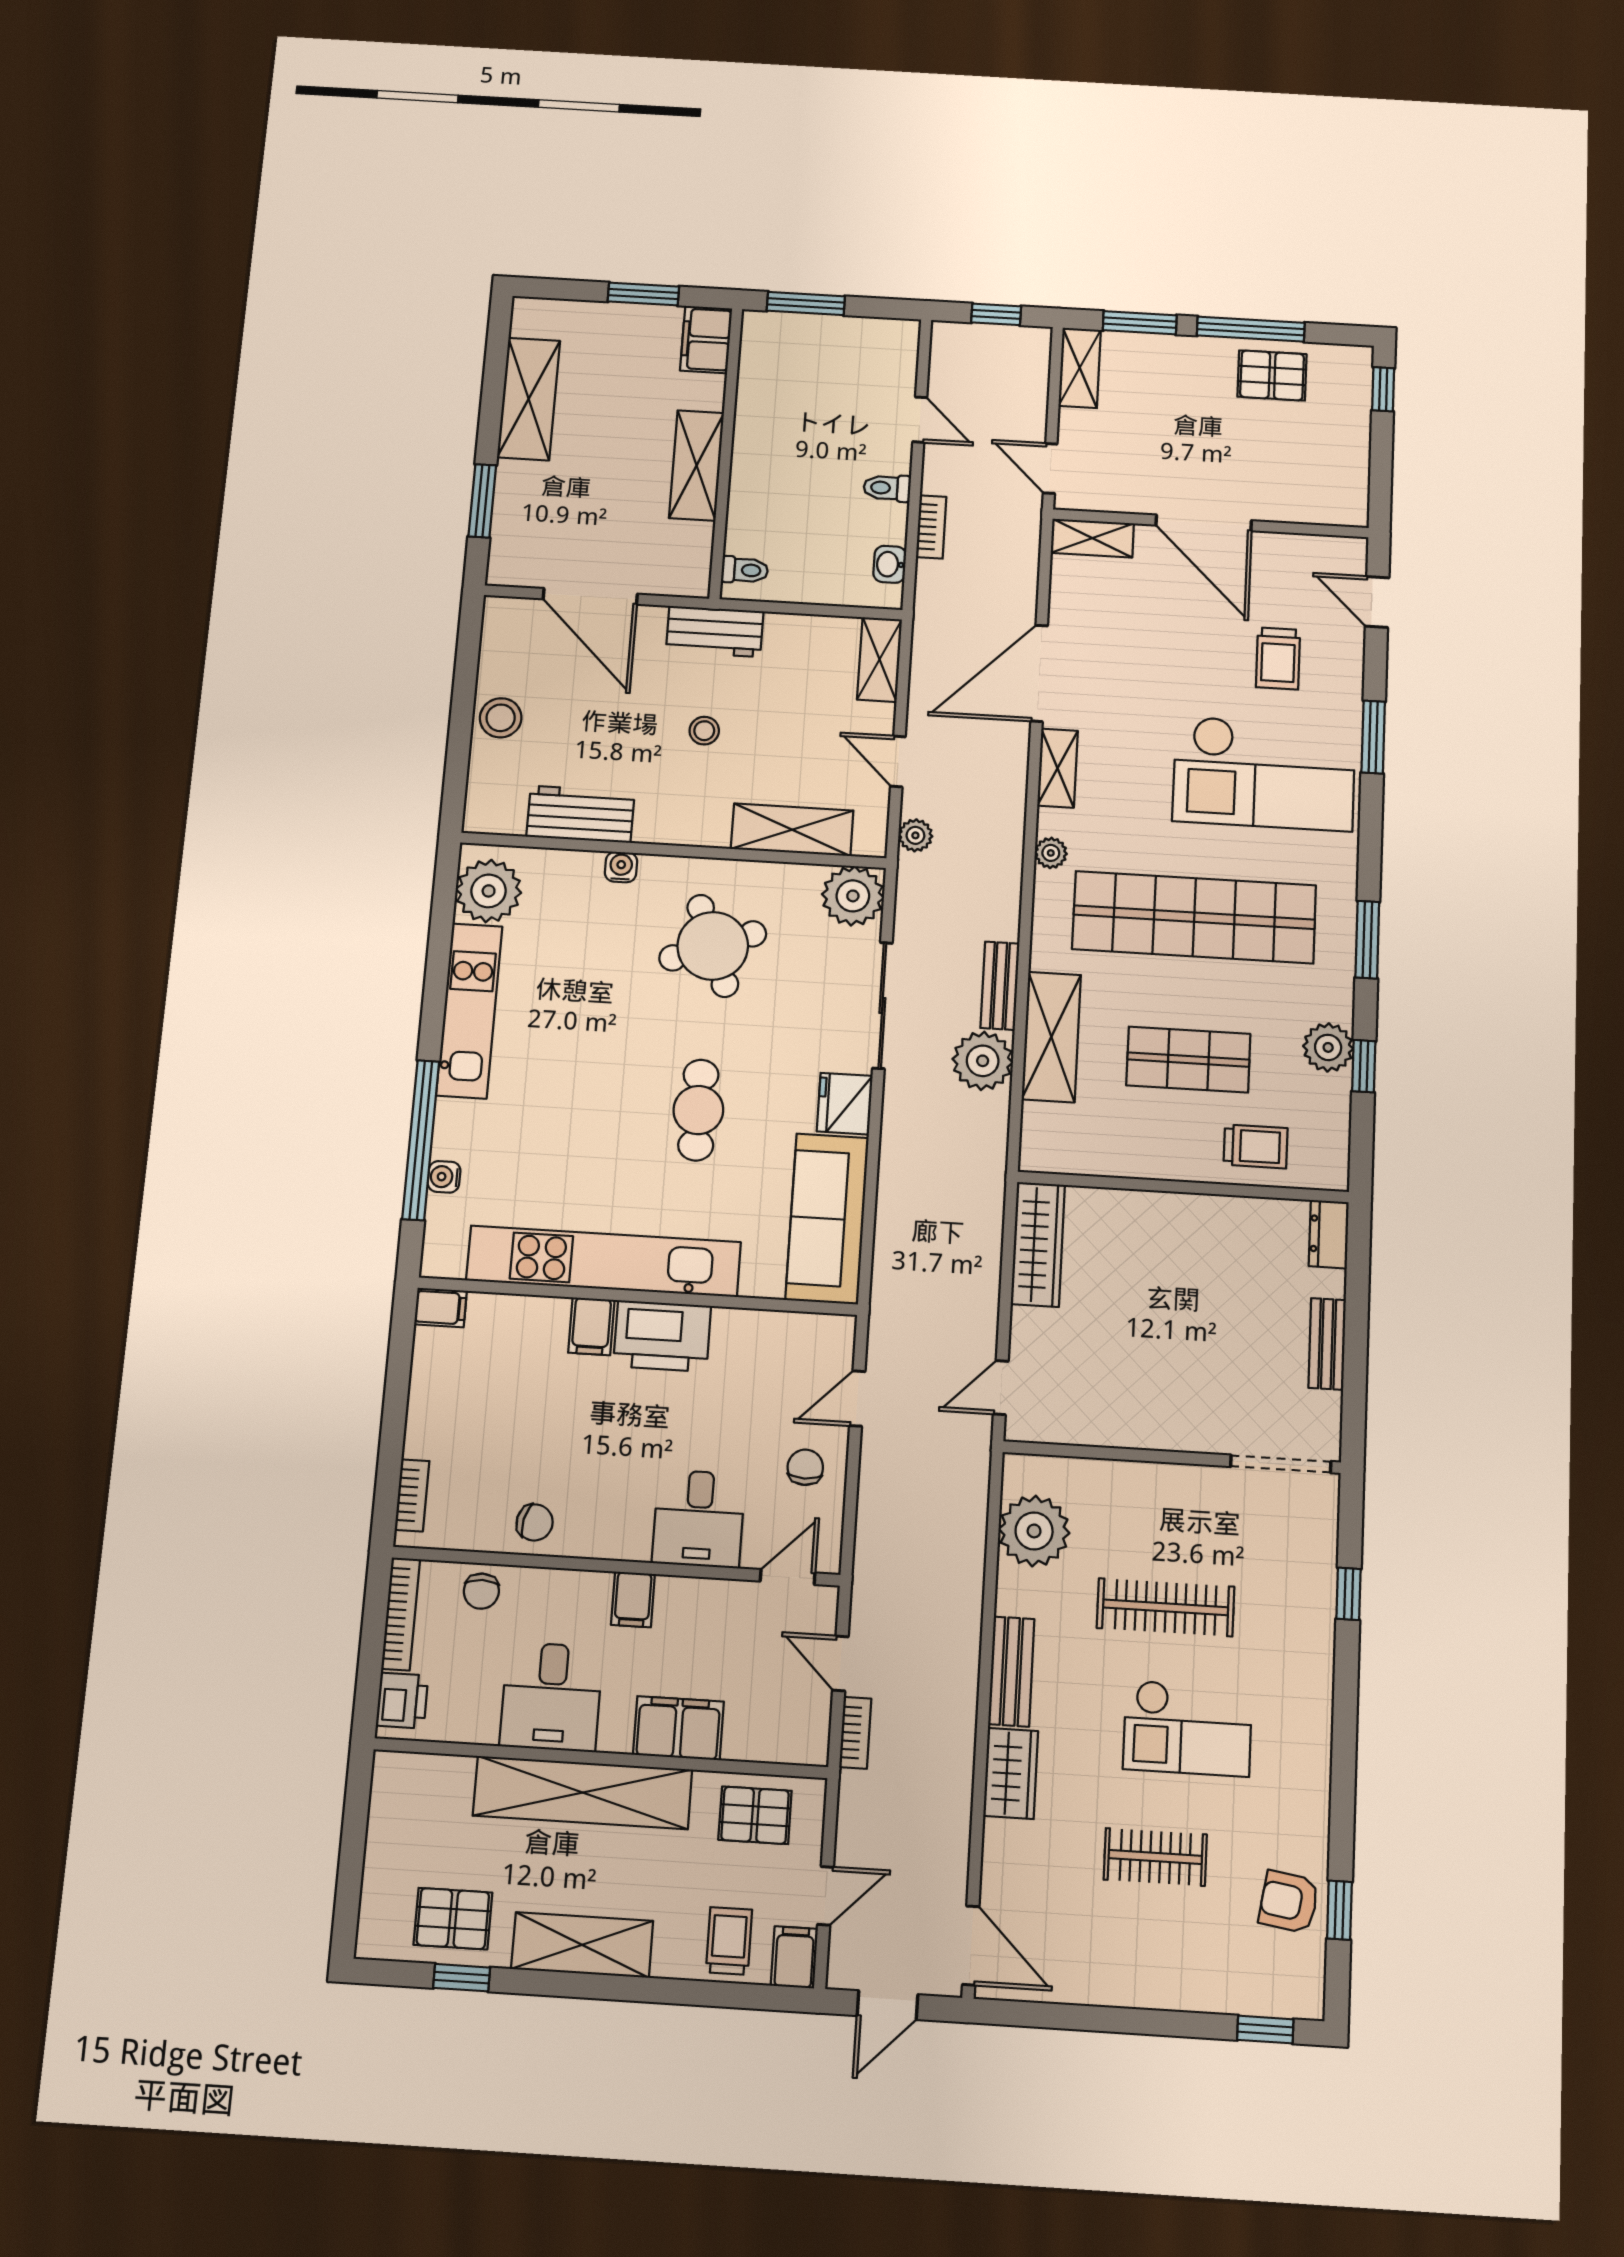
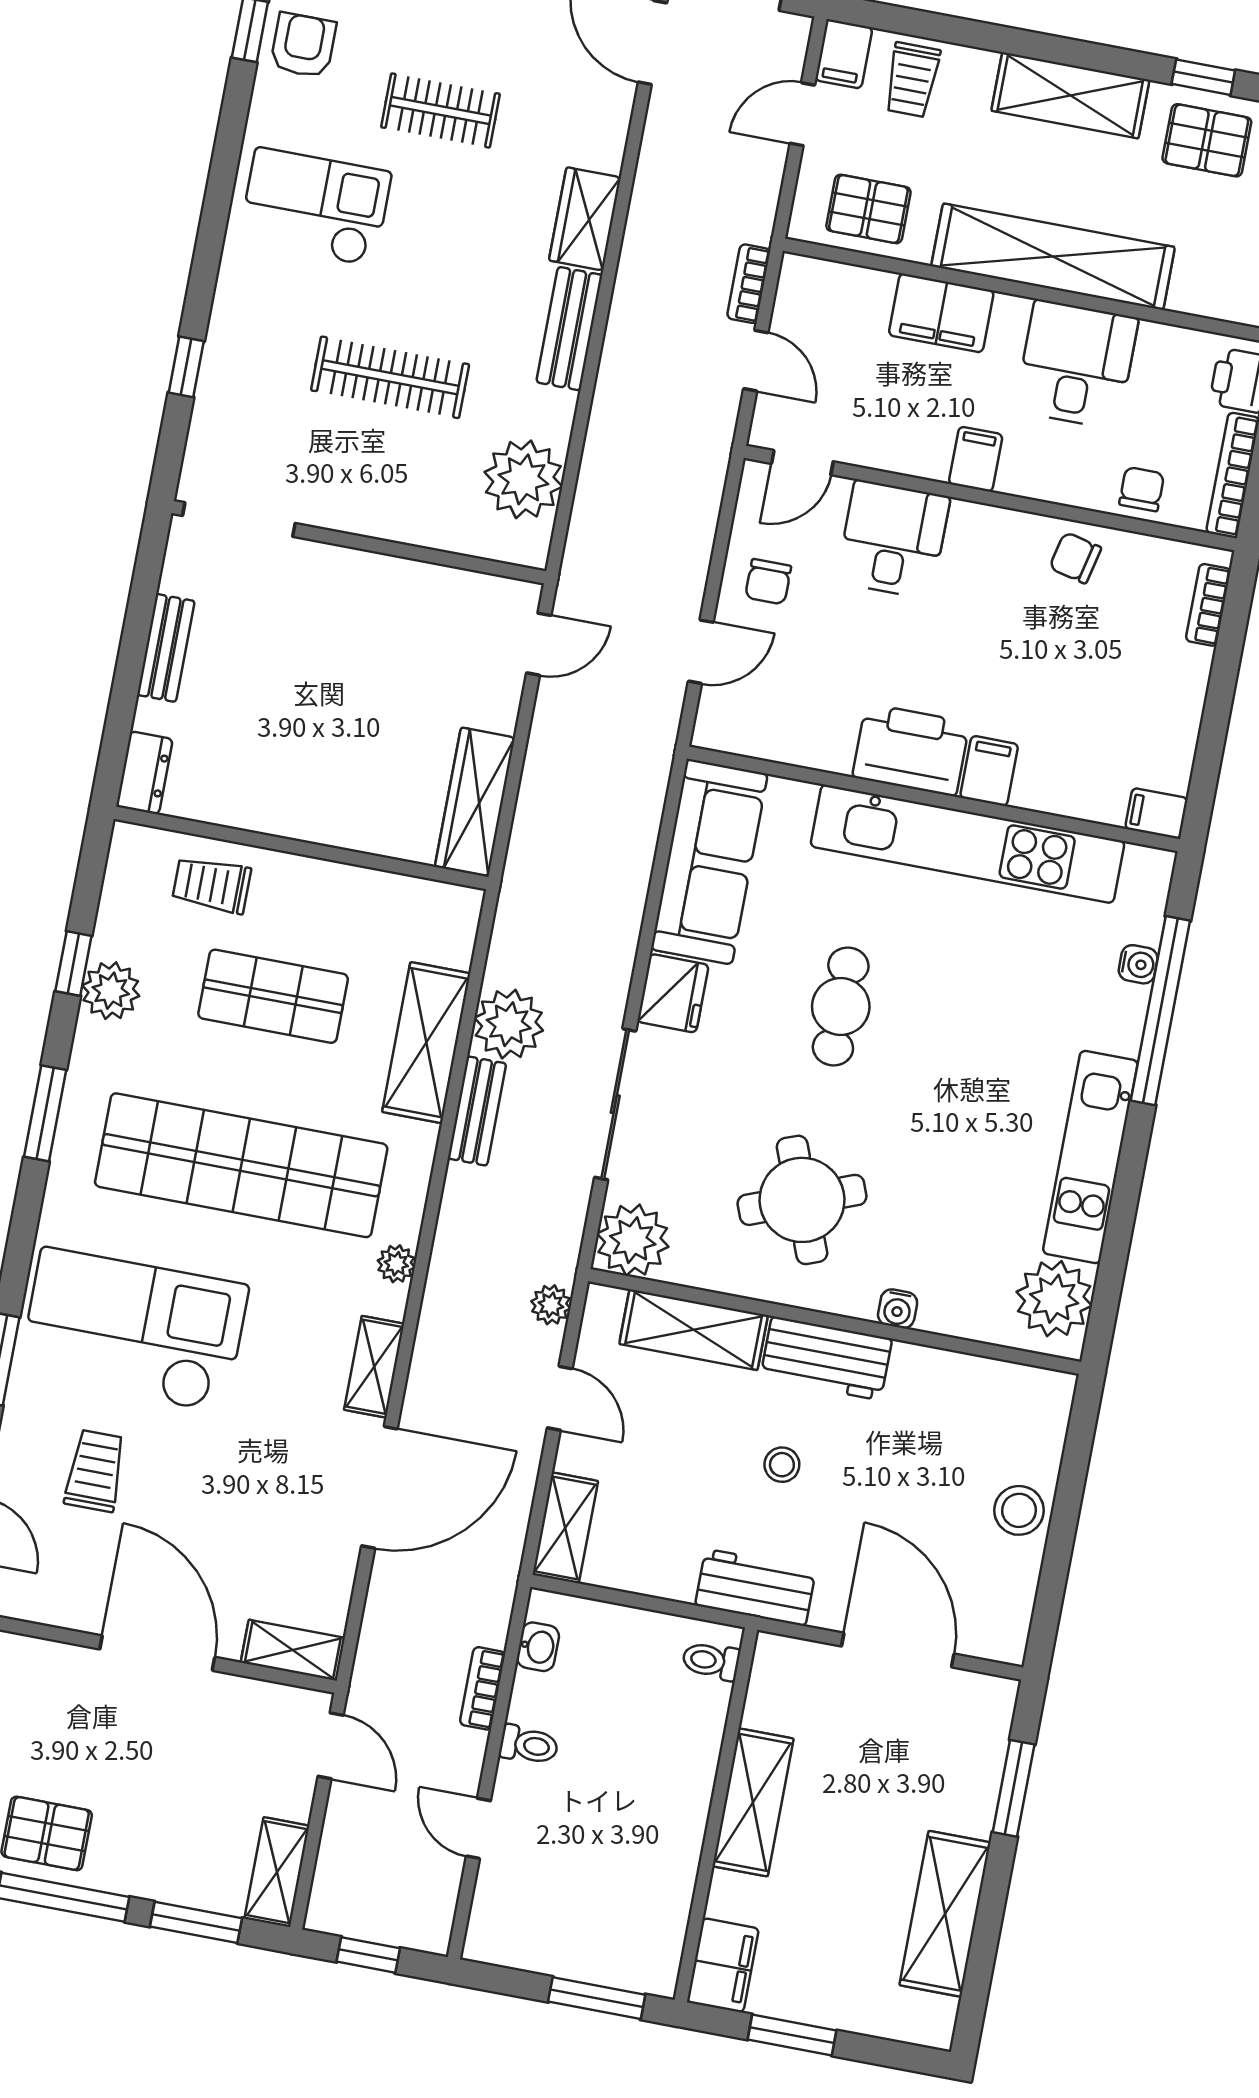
workbench: (581, 814) -> (826, 1358), moved
checkout: (1188, 1728) -> (315, 207), moved
armchair: (1289, 1902) -> (303, 45), turned -99

